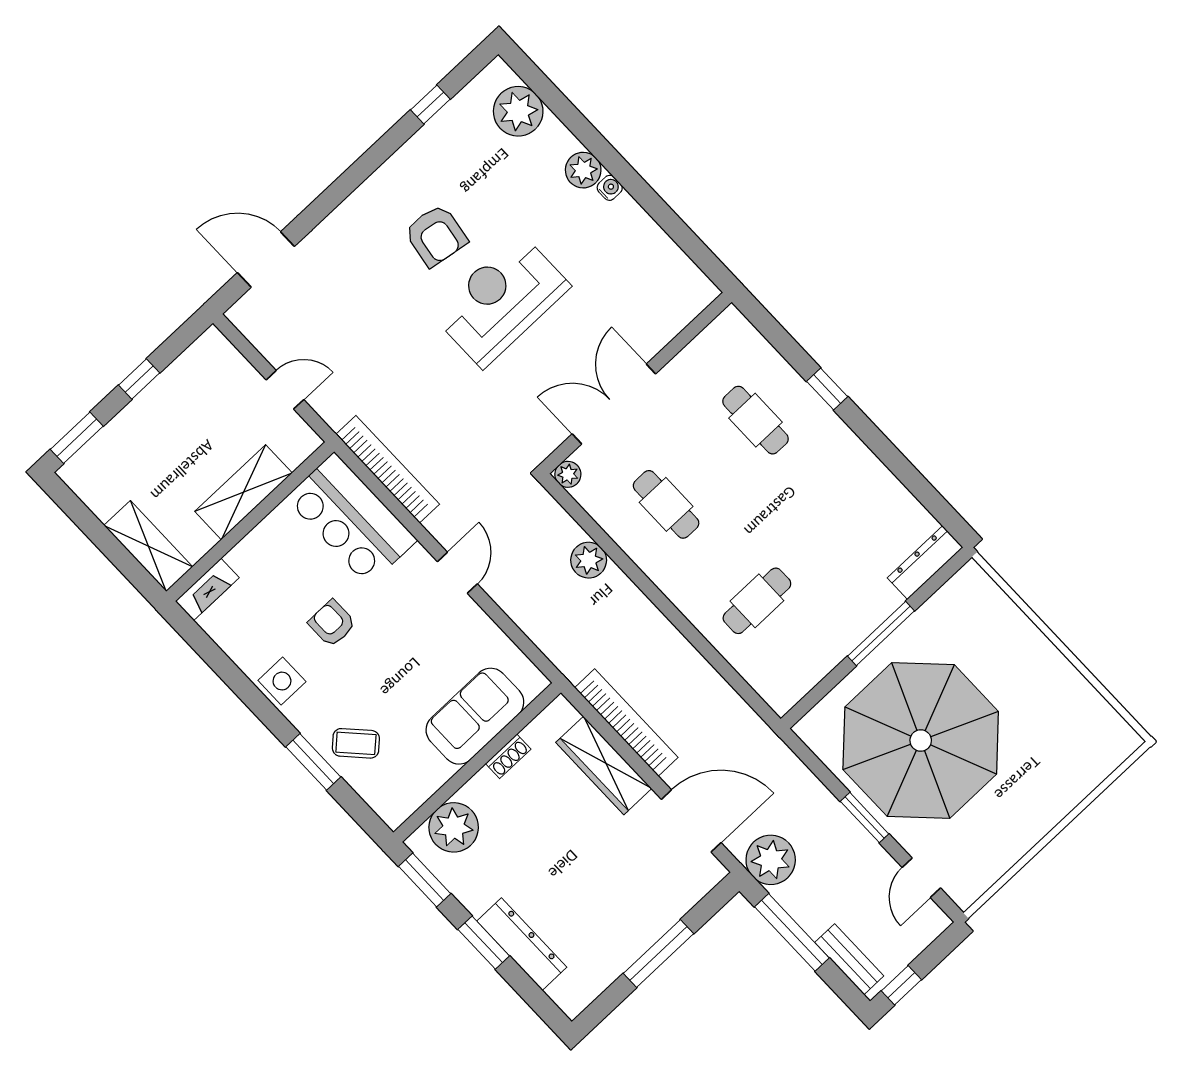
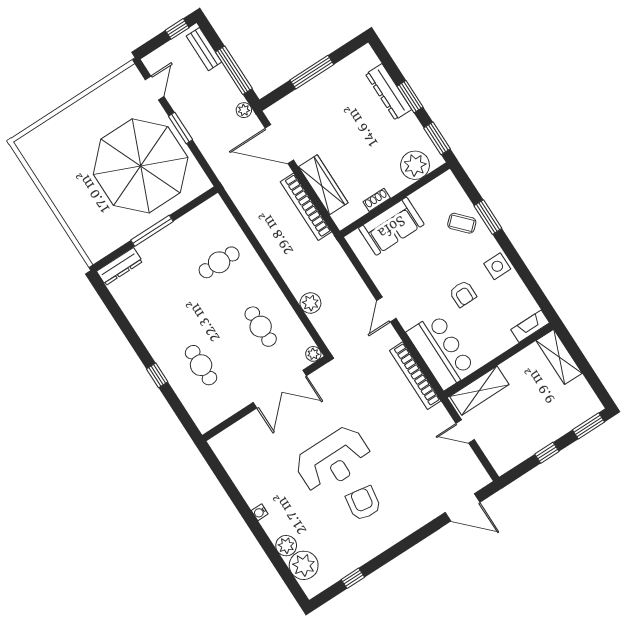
plant: (583, 170) -> (286, 546), moved
shelving: (244, 492) -> (479, 391), moved
plant: (771, 860) -> (244, 110), width x0.53, depth x0.53

